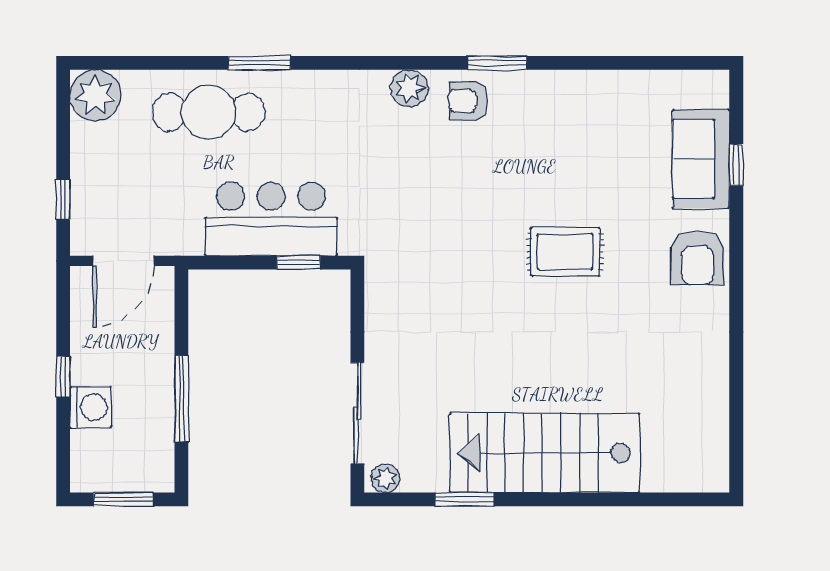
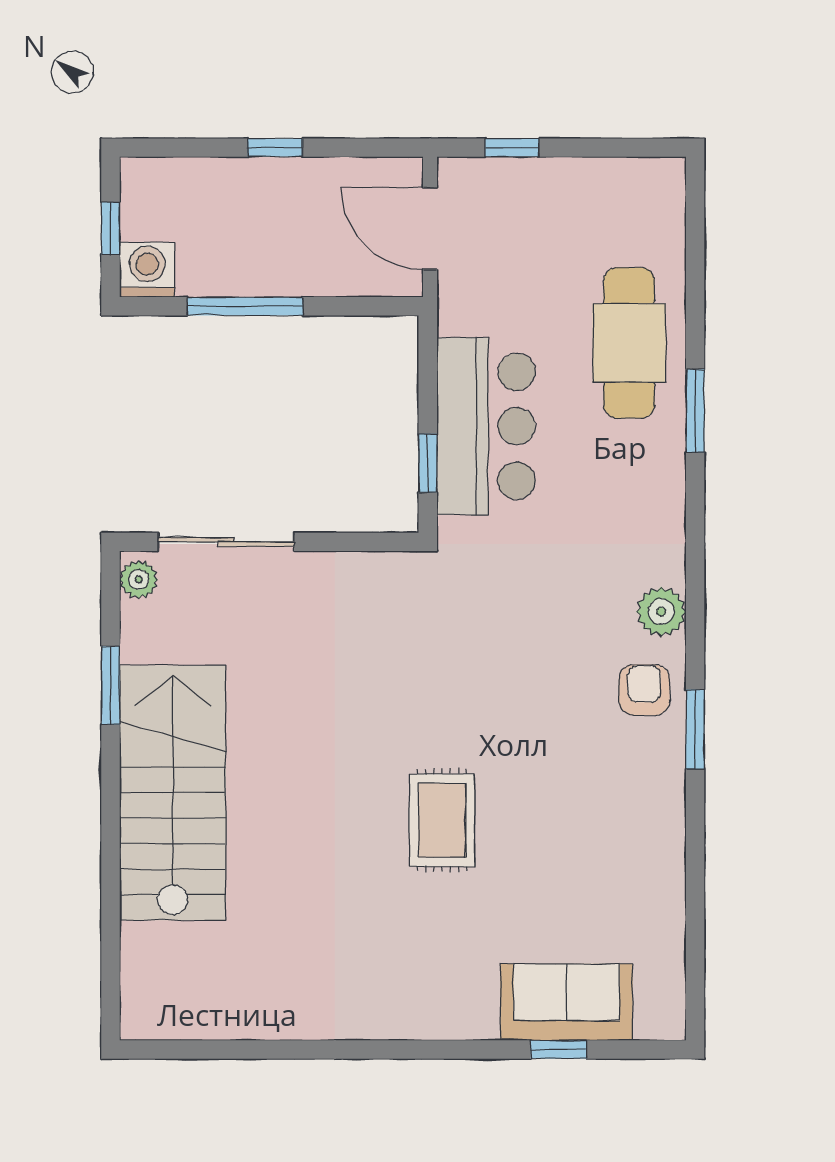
plant: (95, 95) -> (652, 191), removed
armchair: (697, 258) -> (434, 998), removed
washing machine: (90, 407) -> (147, 270), moved, turned 180
window: (123, 499) -> (111, 228), width x0.67

